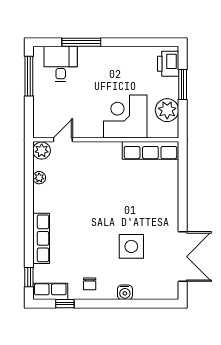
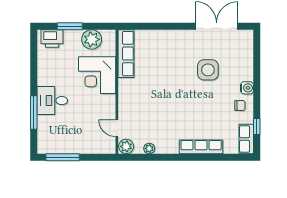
desk: (61, 64) -> (52, 101), moved
window: (29, 277) -> (234, 157), removed
water cooler: (125, 292) -> (247, 88), moved

